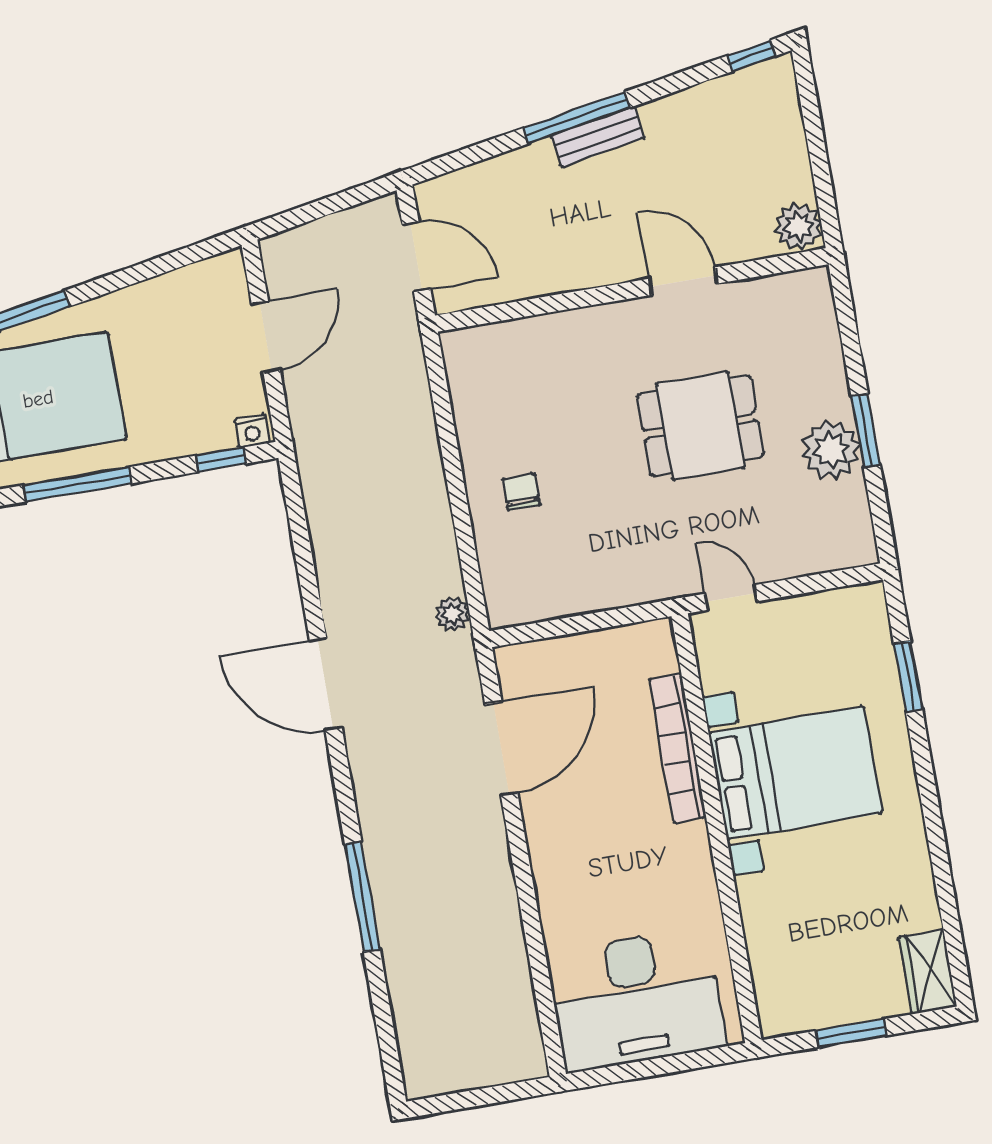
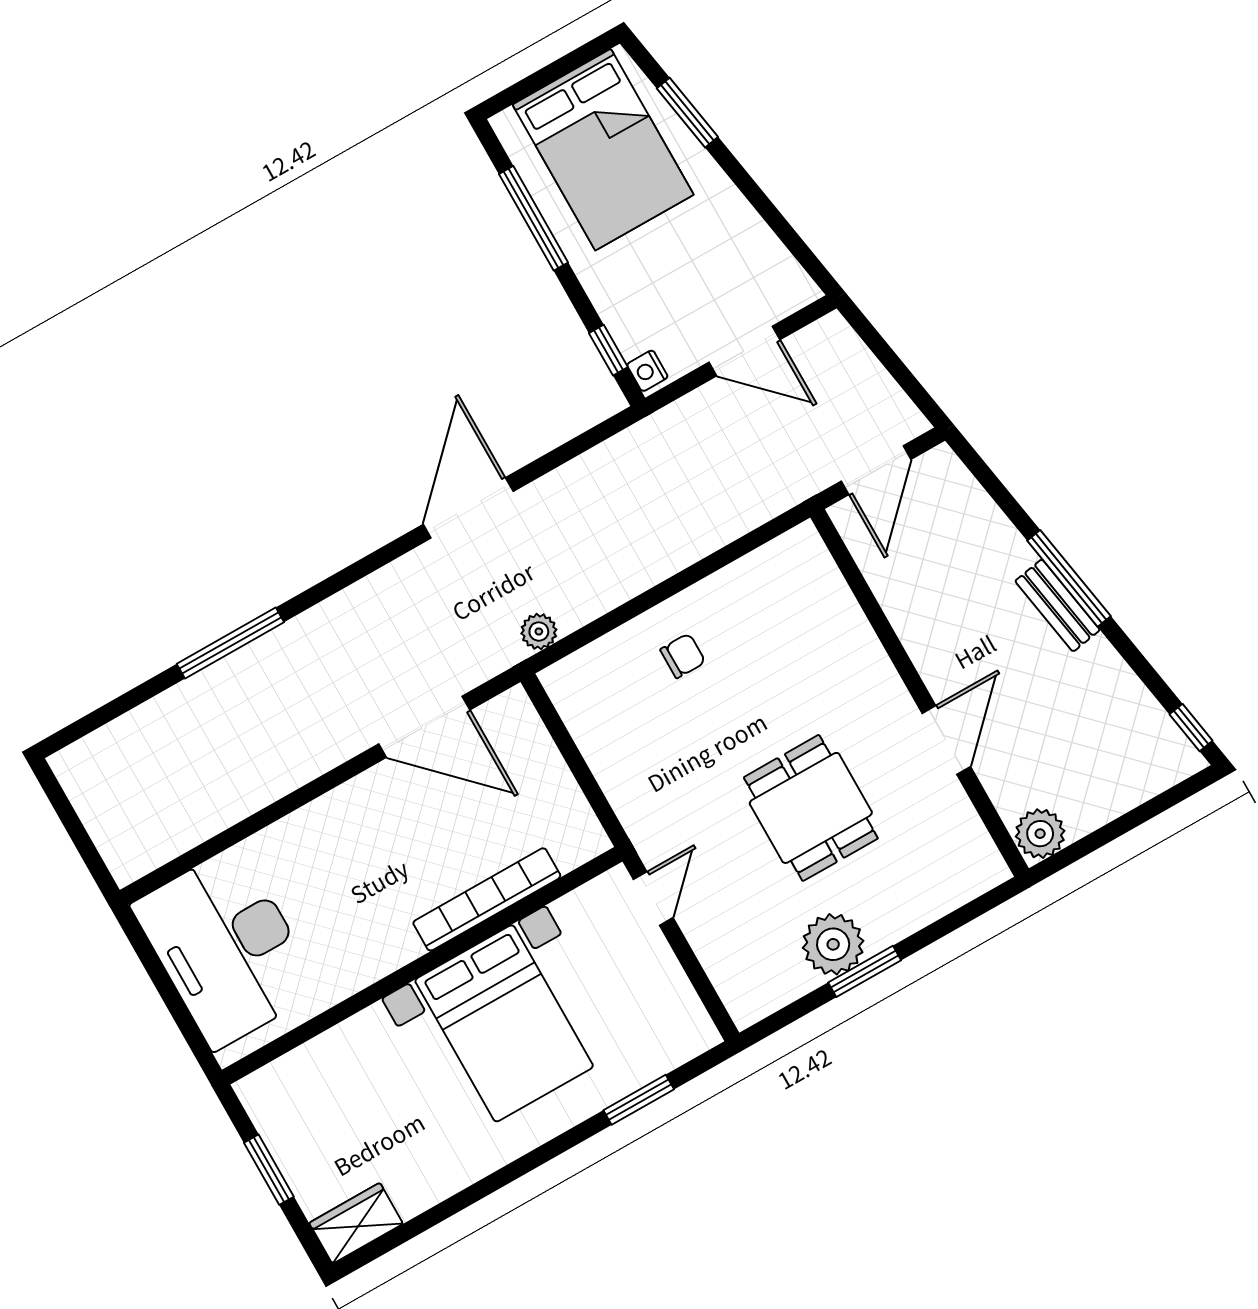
door: (326, 684) -> (468, 508), moved

